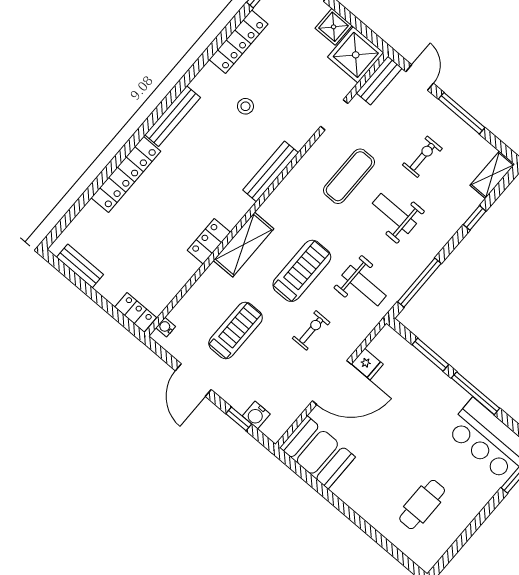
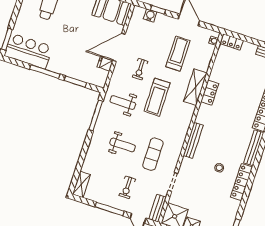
locker: (238, 42) -> (242, 182), moved
exercise bike: (422, 157) -> (127, 187), moved
window: (475, 218) -> (81, 159), removed
shelving: (244, 245) -> (195, 87), moved
treadmill: (236, 330) -> (178, 54), turned 180

